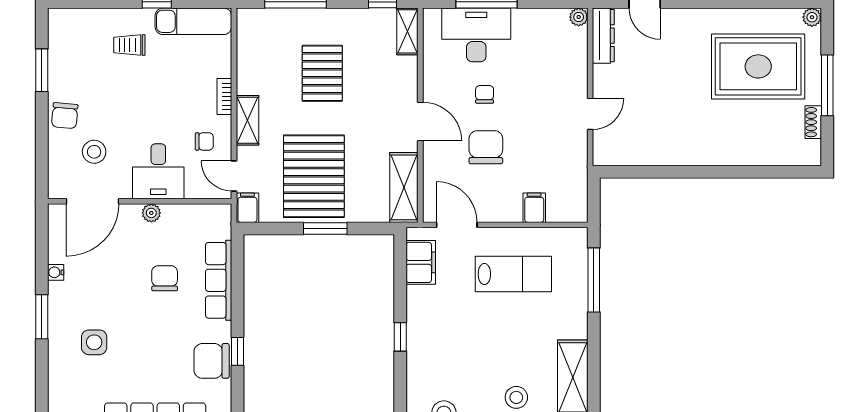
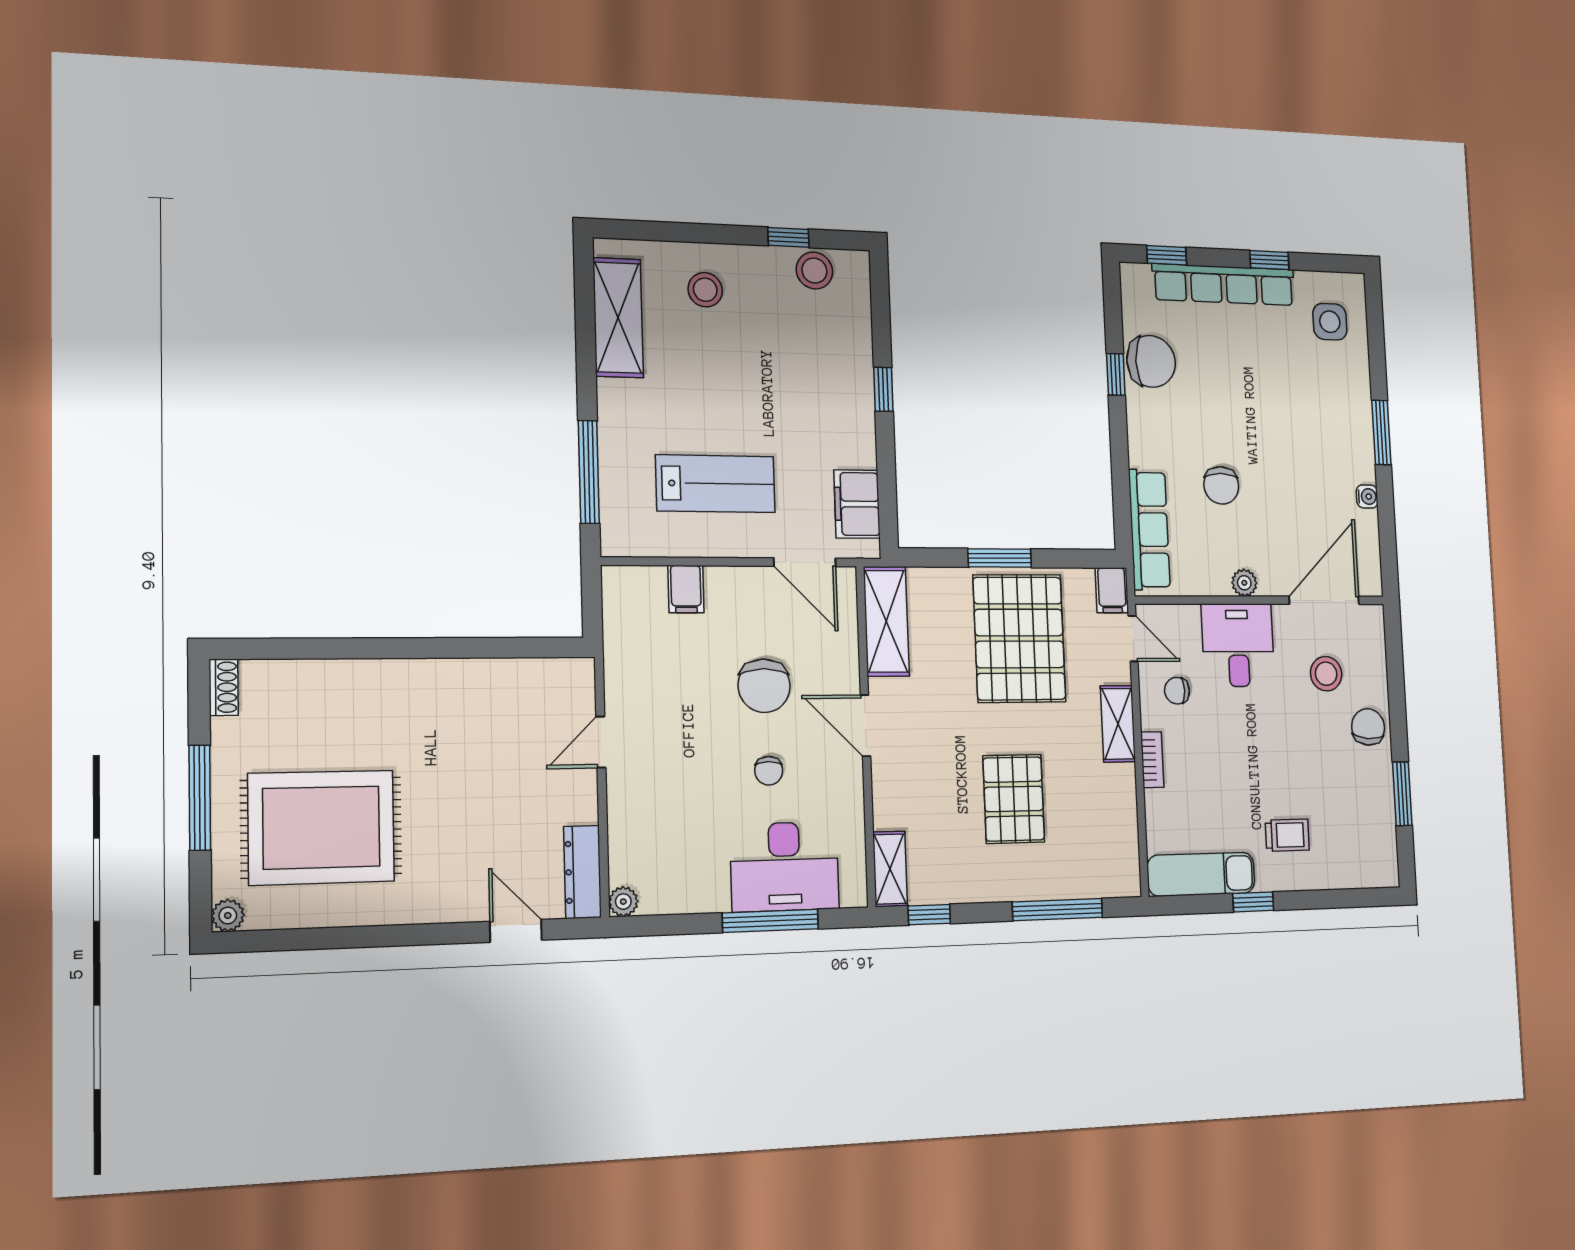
shoe rack: (813, 122) -> (224, 687), moved
lab bench: (513, 274) -> (716, 484), turned 180
row of seats: (219, 280) -> (1149, 530), moved
side table: (94, 342) -> (1330, 322), moved

